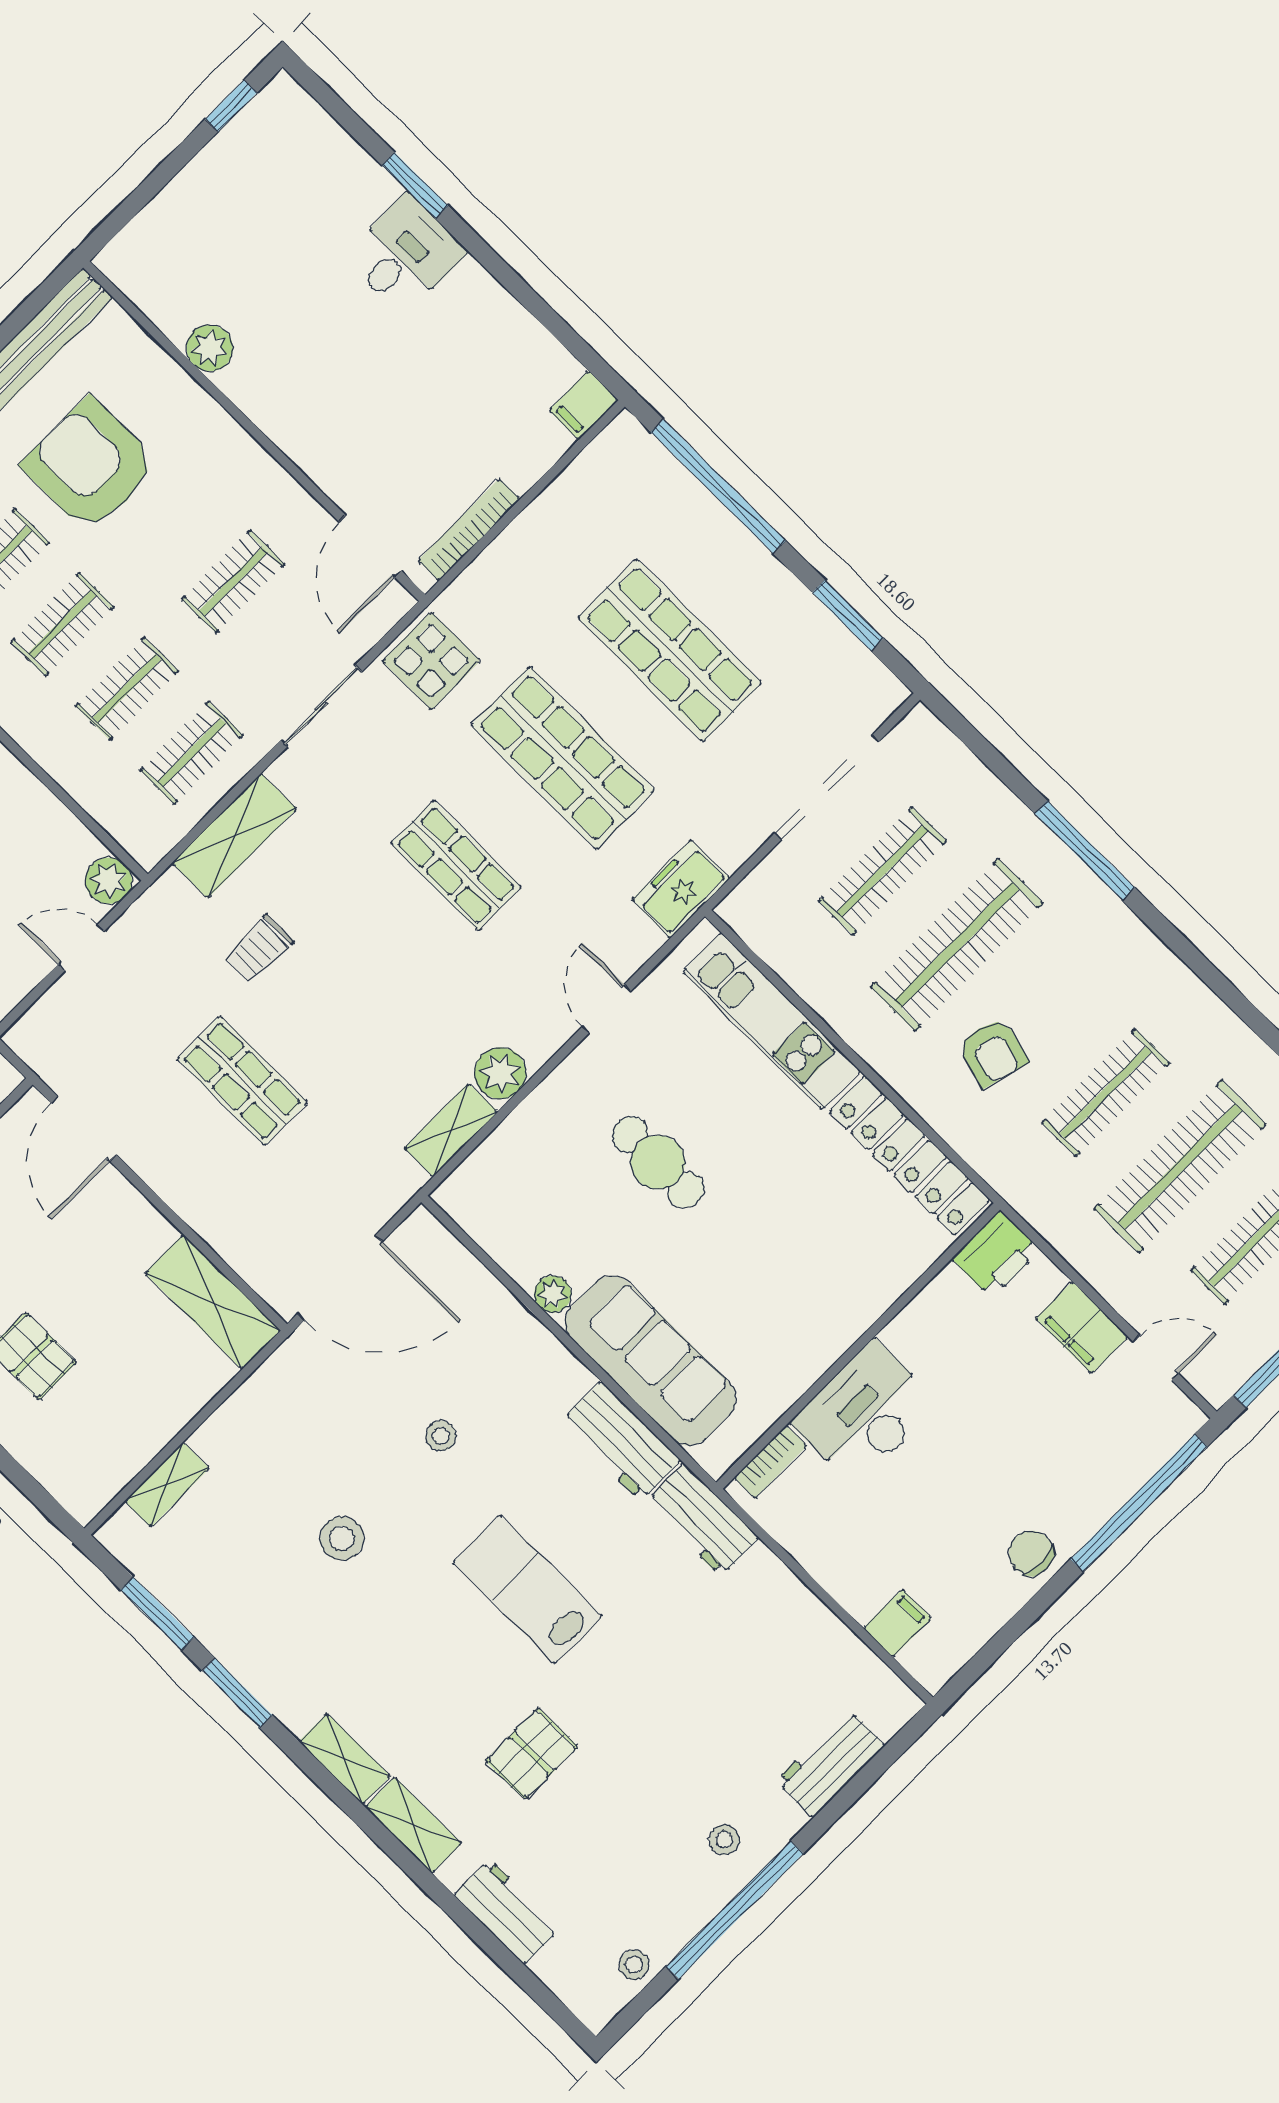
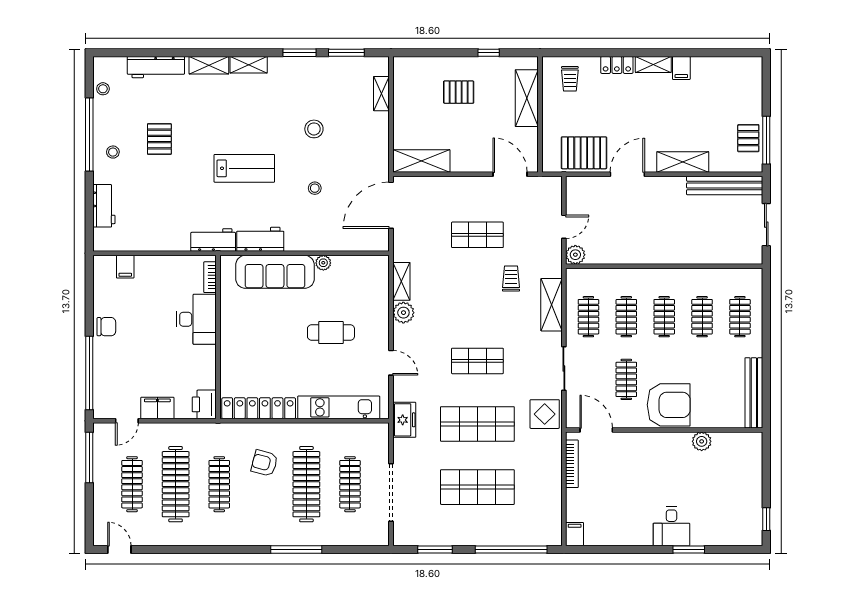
armchair: (90, 465) -> (669, 405), moved
pallet: (532, 1754) -> (159, 139), moved
workbench: (507, 1912) -> (156, 67), width x1.38

